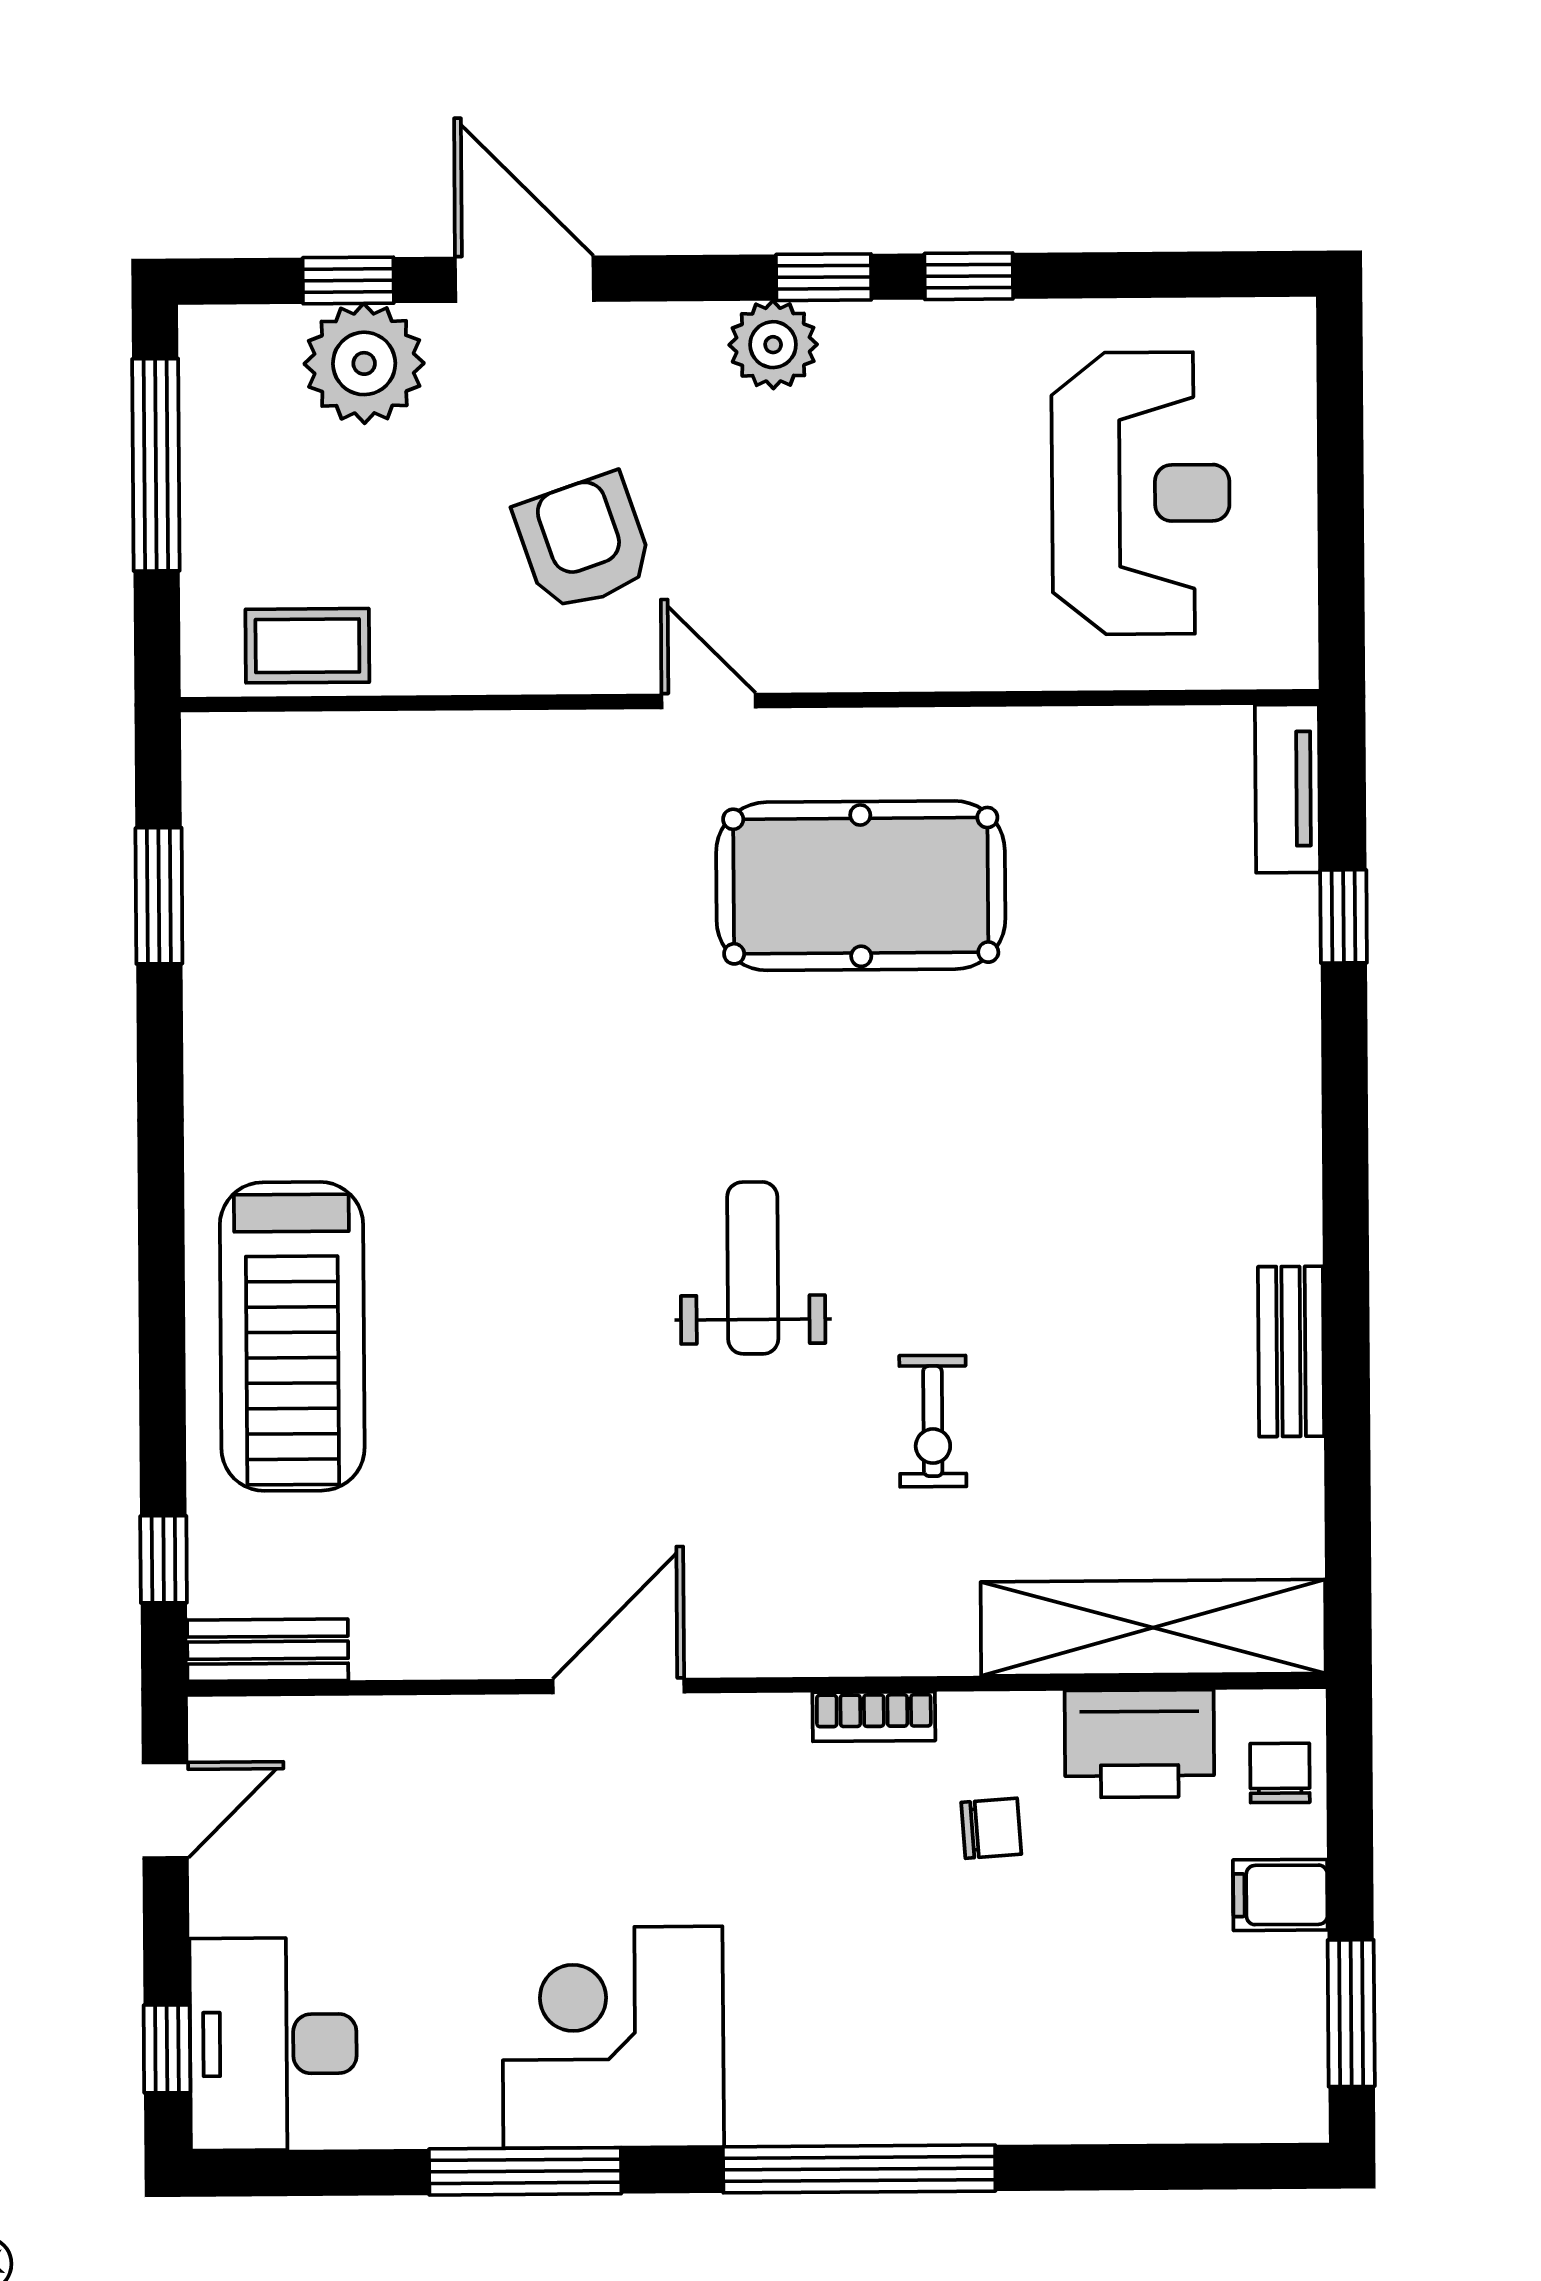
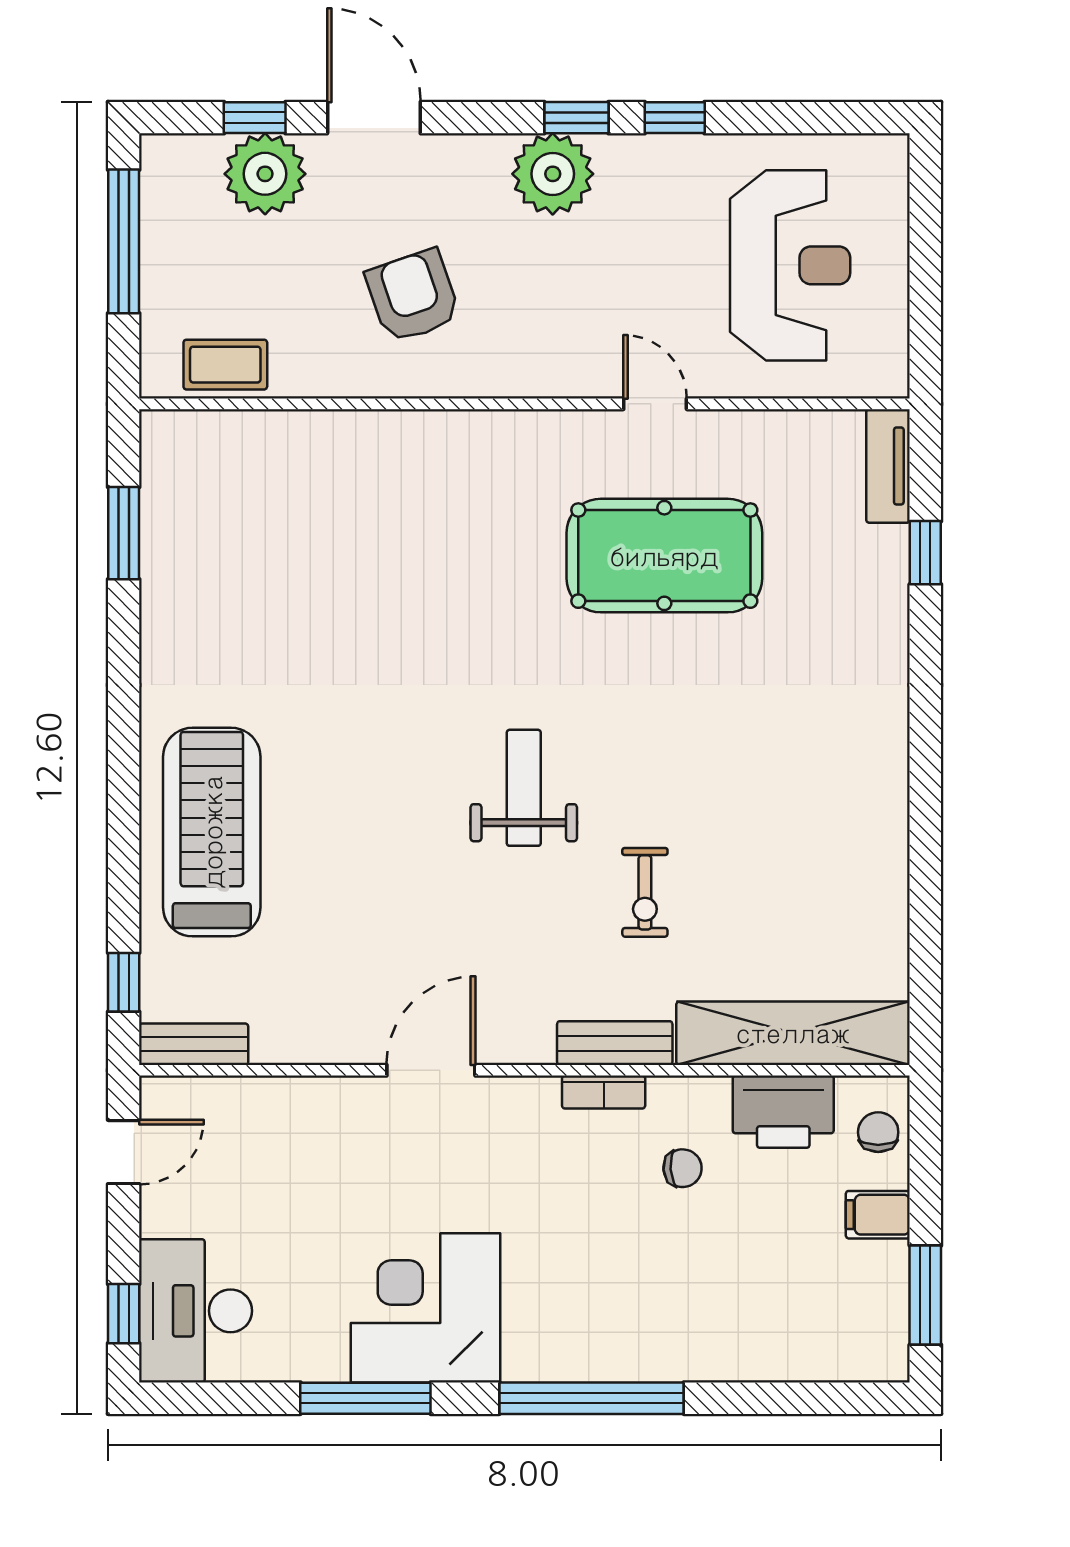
plant: (773, 345) -> (553, 174), width x1.36, depth x1.36
door: (709, 701) -> (655, 404), moved
pool table: (861, 886) -> (664, 556), moved
treadmill: (292, 1336) -> (212, 832), turned 180
bench: (1291, 1351) -> (615, 1043), moved, turned 90

